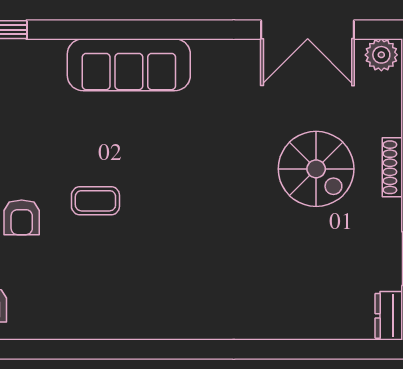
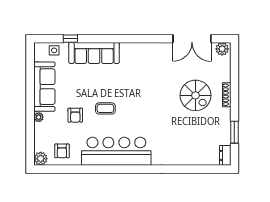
sofa: (129, 65) -> (94, 53), moved
bar counter: (122, 306) -> (116, 151), added

